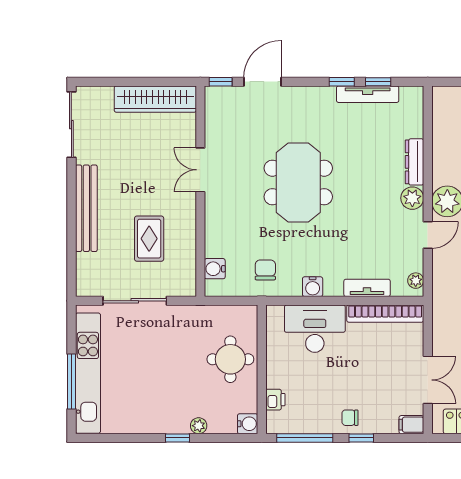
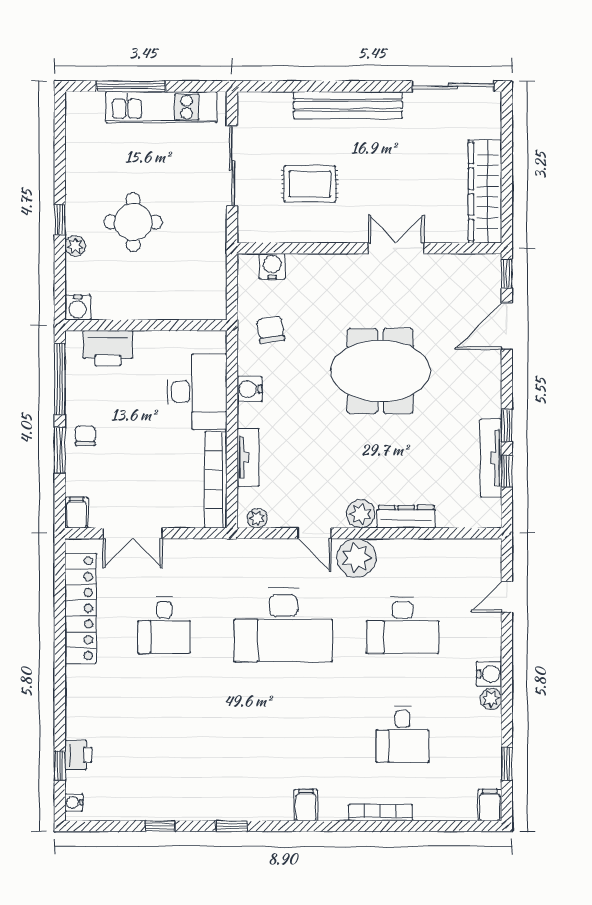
door: (262, 82) -> (507, 326), swing flipped
chair: (265, 270) -> (271, 330), turned -99
round table: (230, 359) -> (133, 222), moved
kitchen unit: (88, 373) -> (161, 107), width x0.73
printer: (275, 400) -> (108, 348), width x1.87, depth x1.48
window: (361, 438) -> (60, 450), width x1.50

